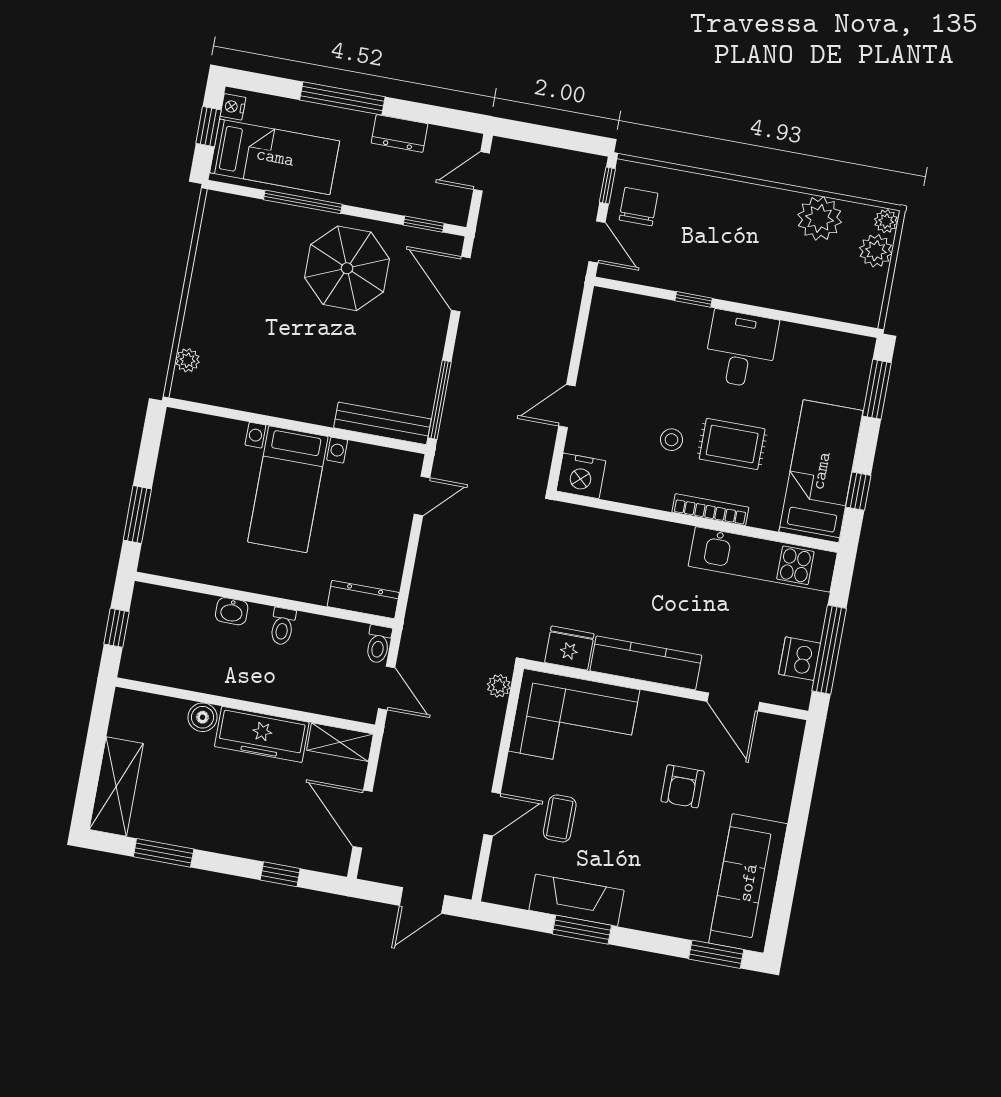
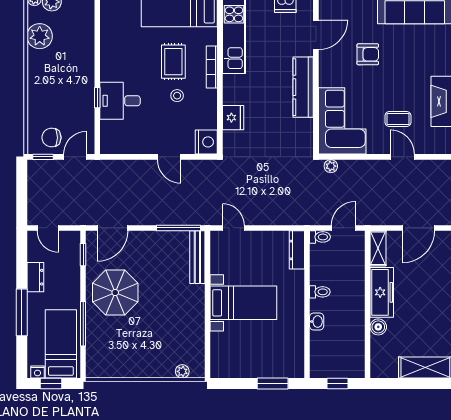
desk: (741, 349) -> (120, 101), moved
fridge: (569, 648) -> (233, 118), moved, turned 180

